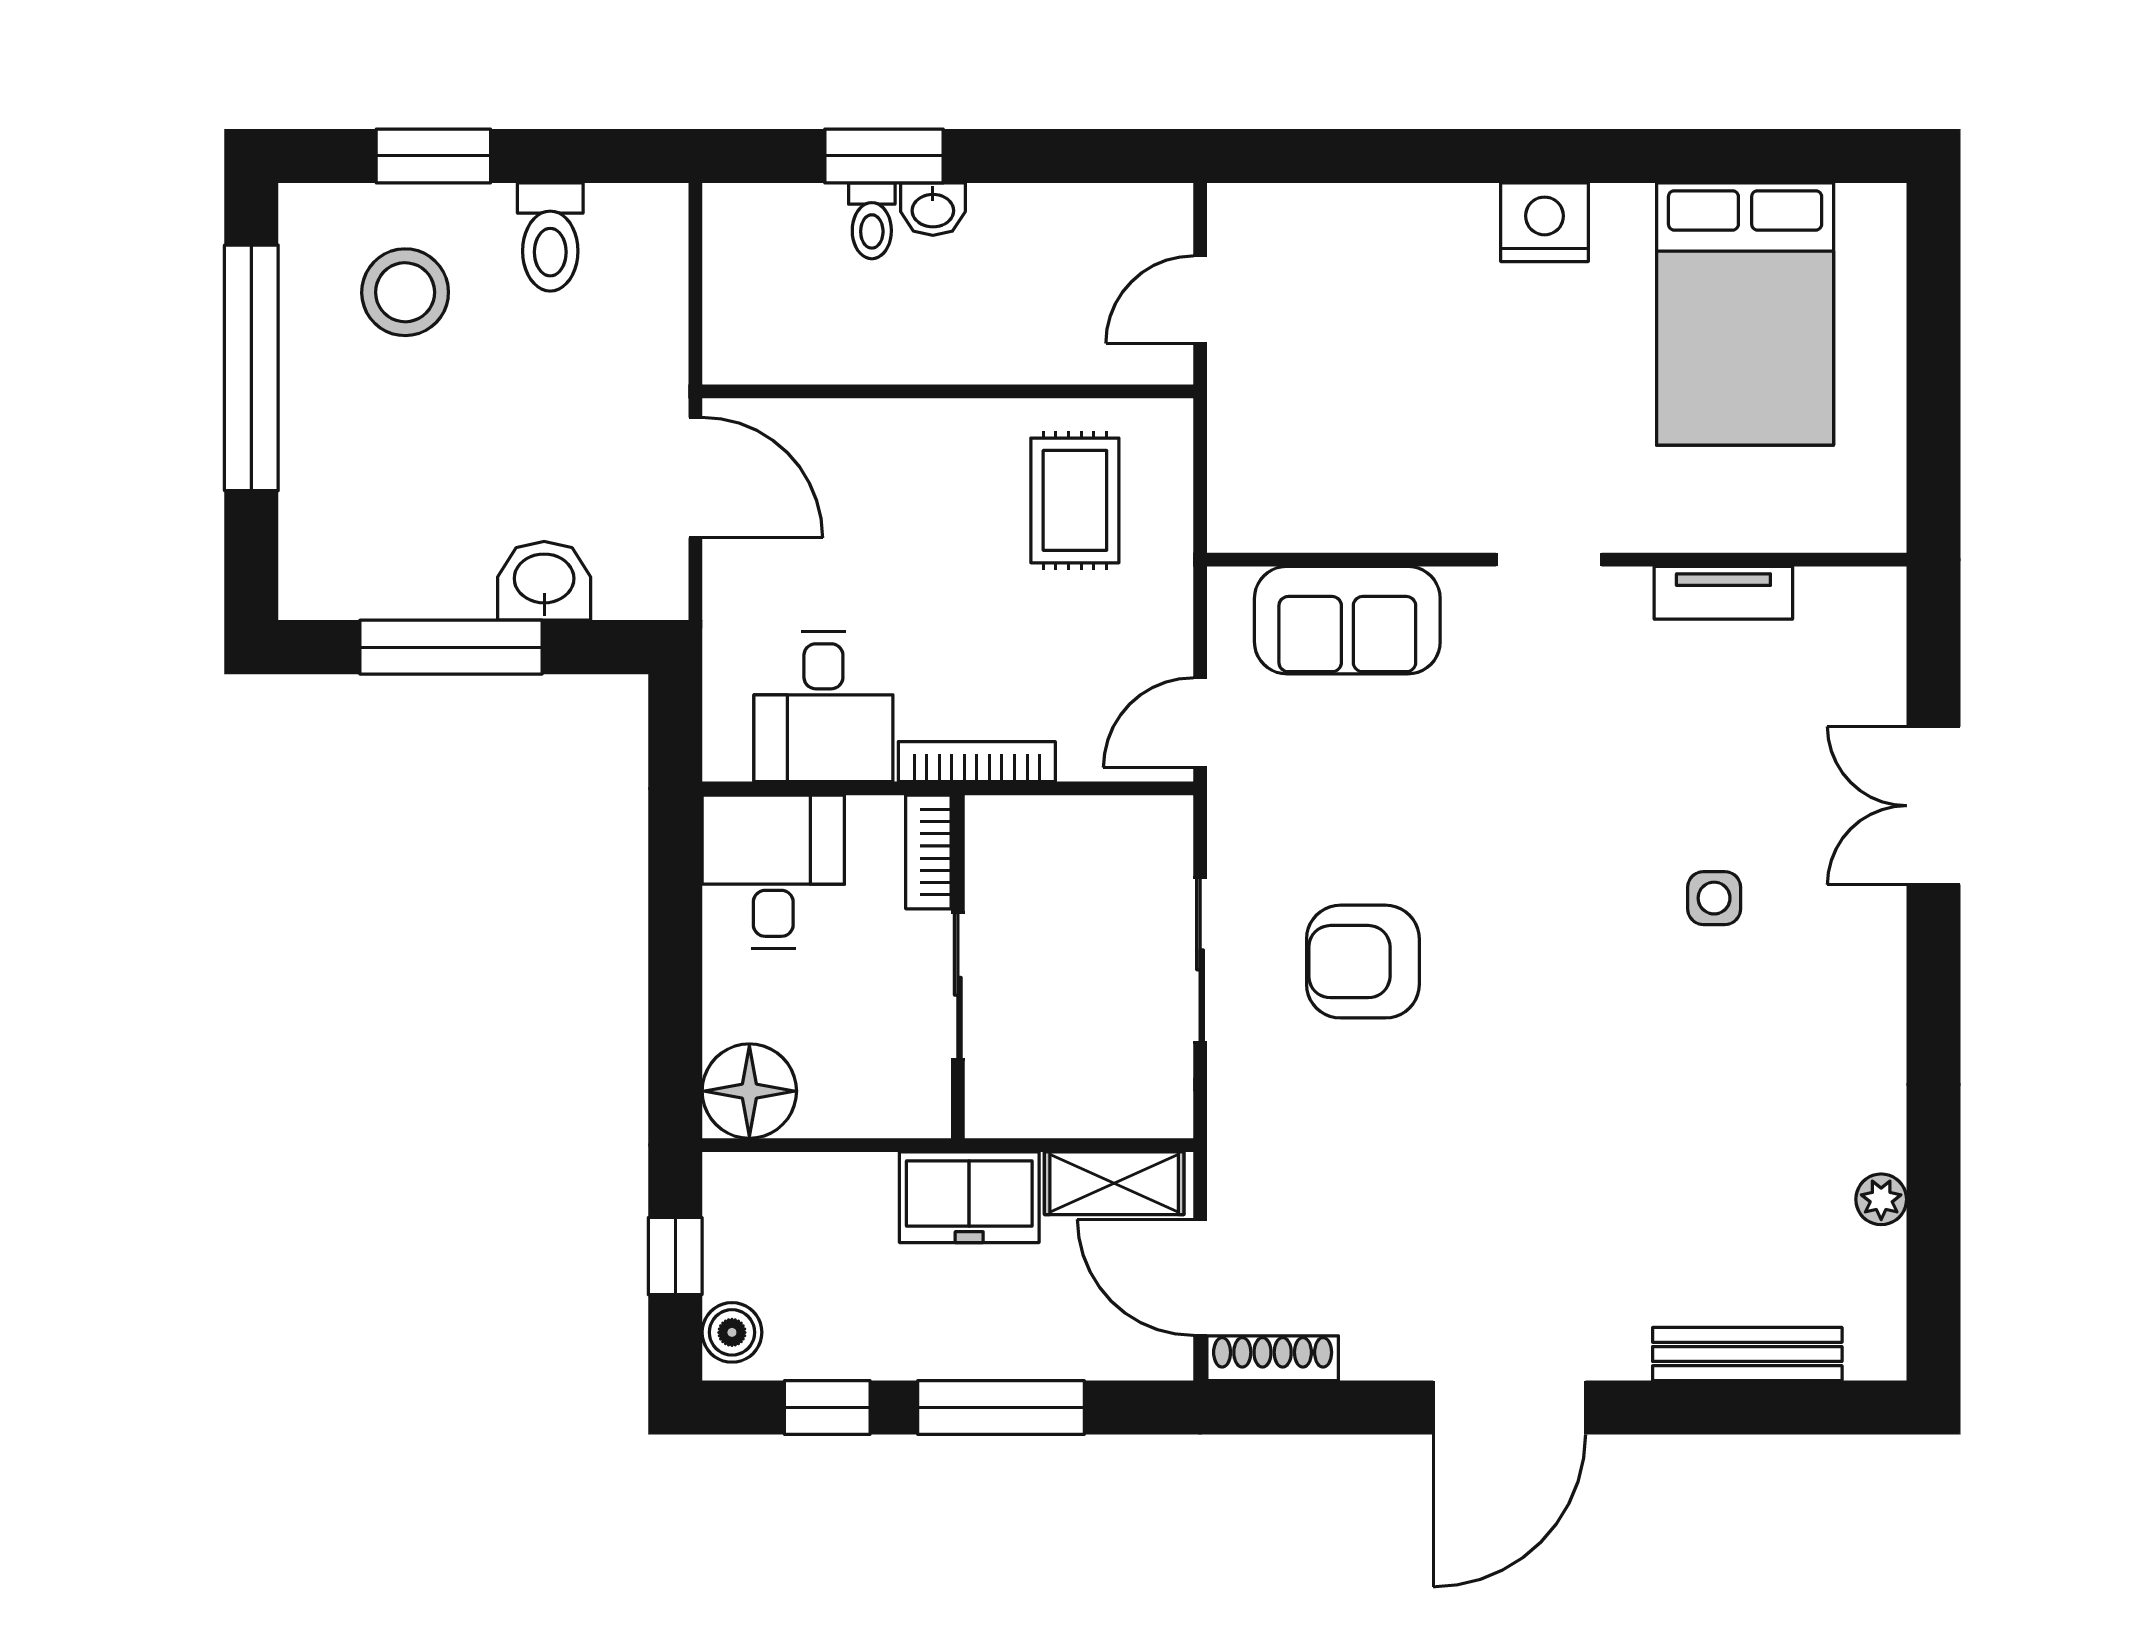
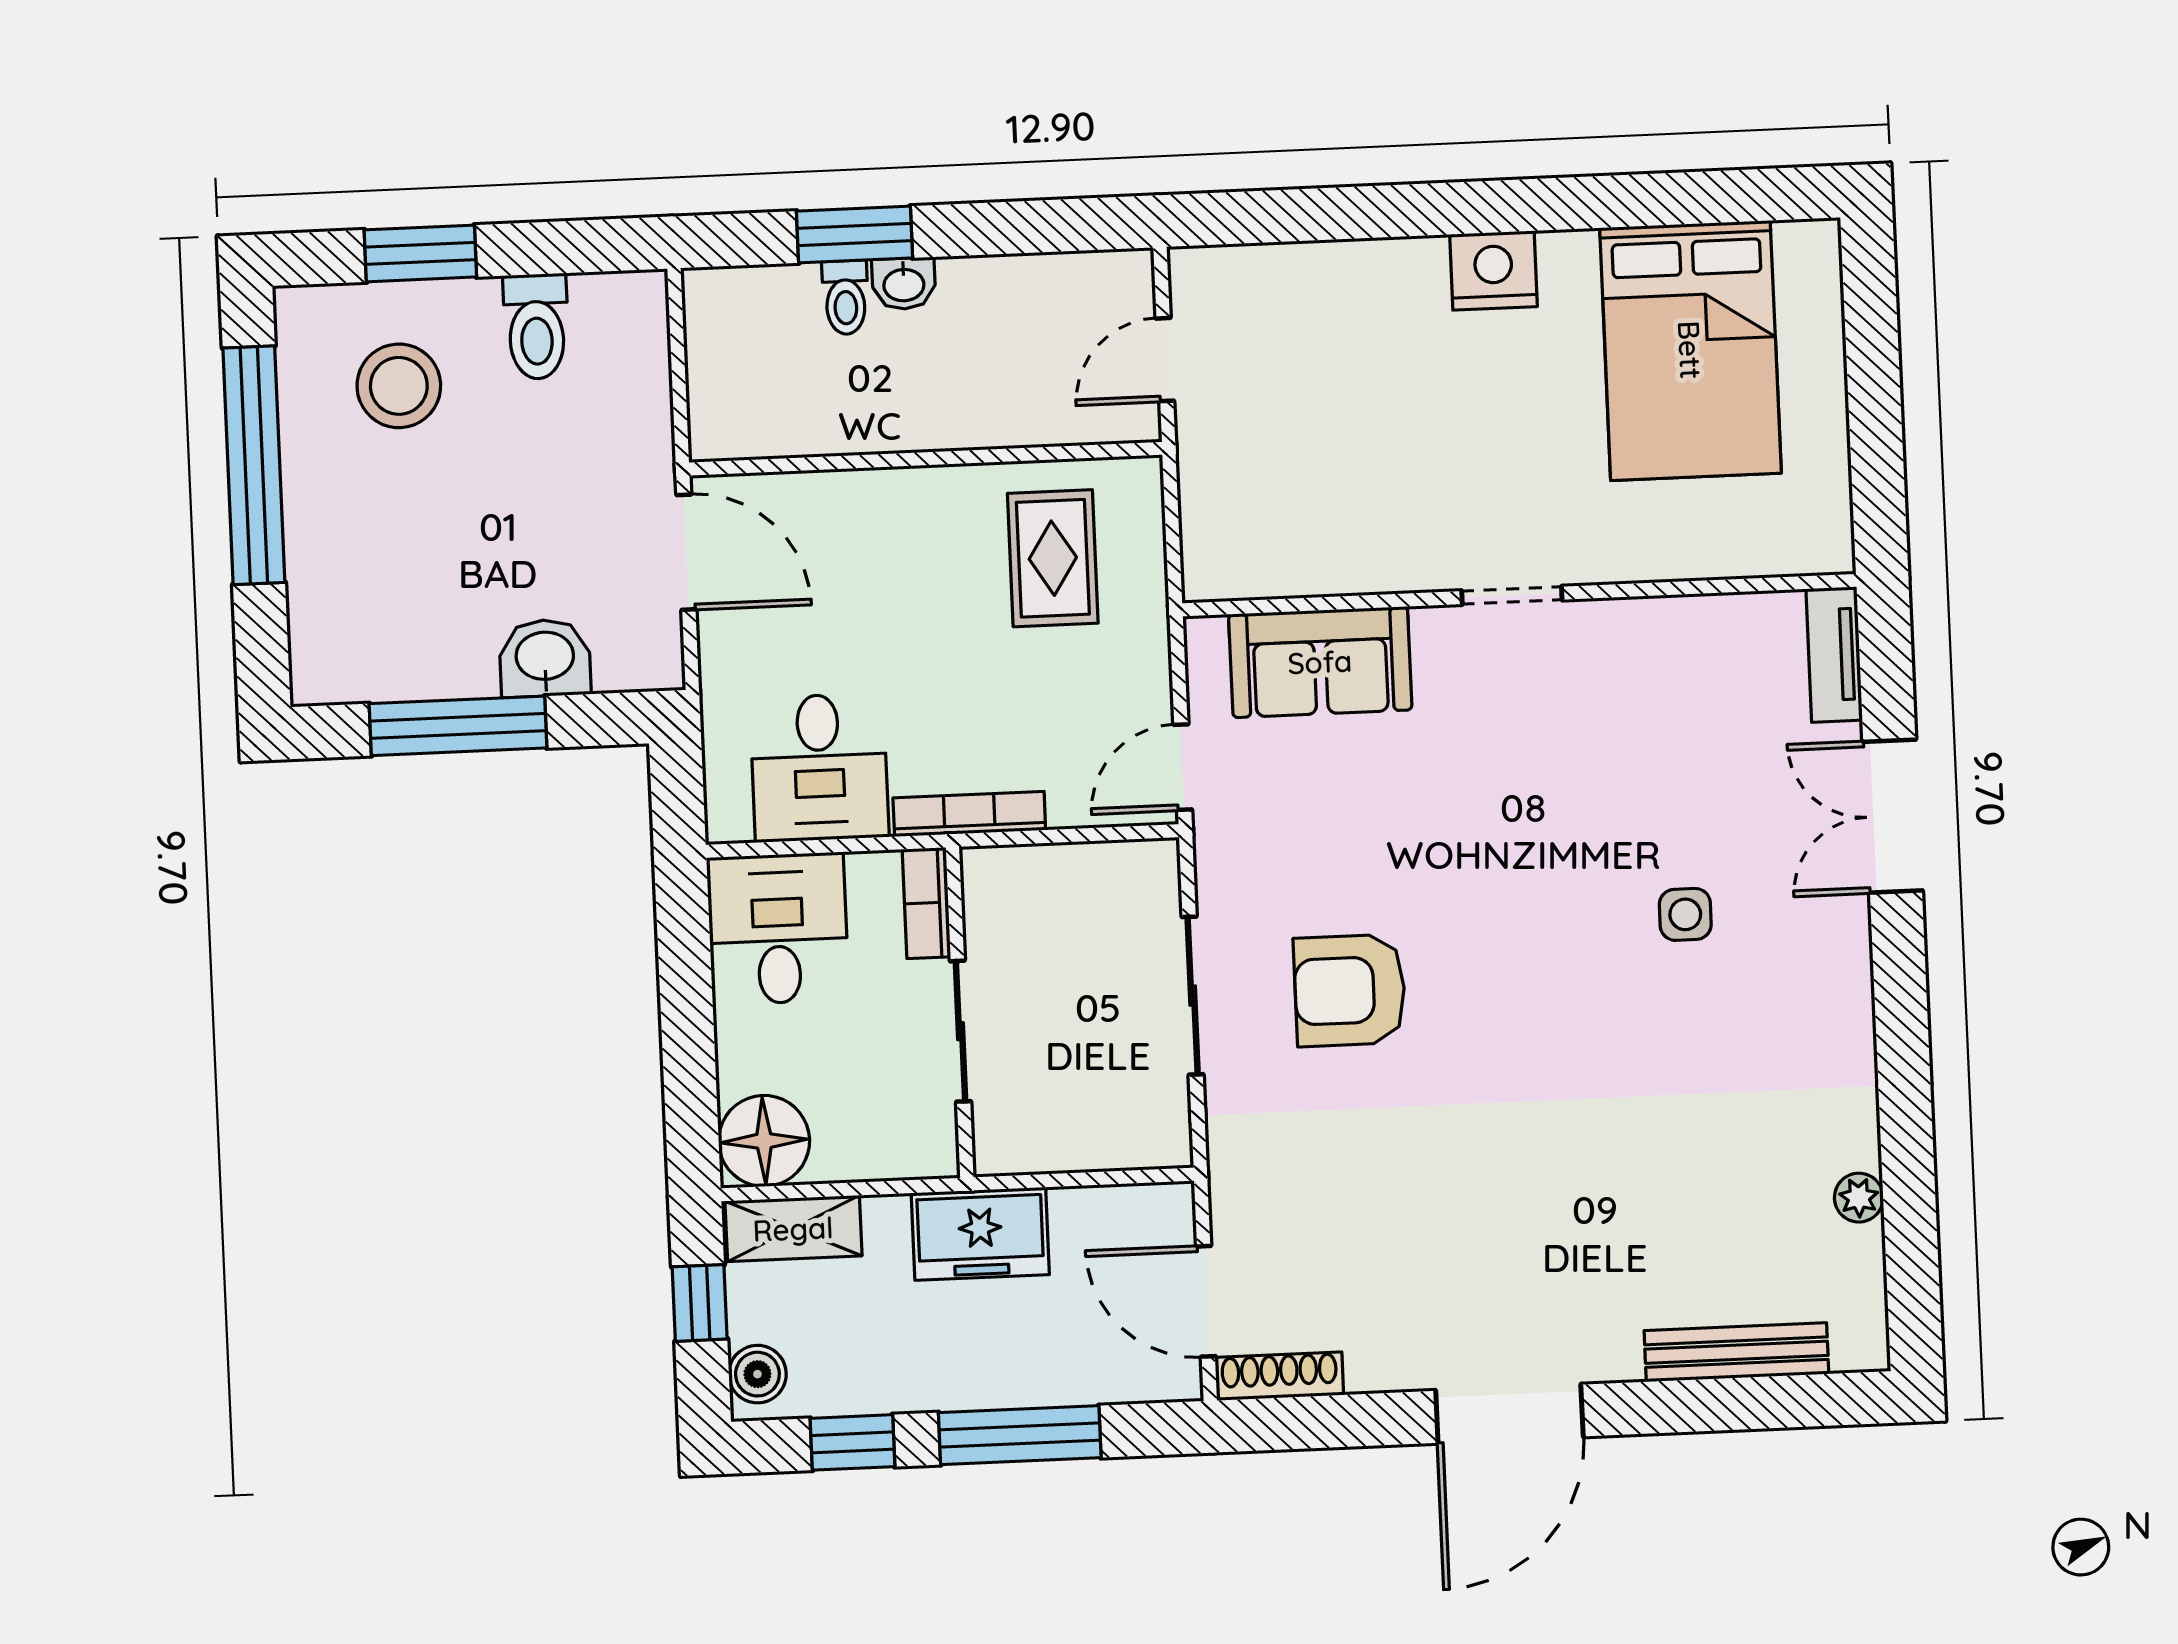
tv unit: (1723, 593) -> (1834, 655), moved, turned 90
shelving: (1114, 1183) -> (793, 1229), moved

